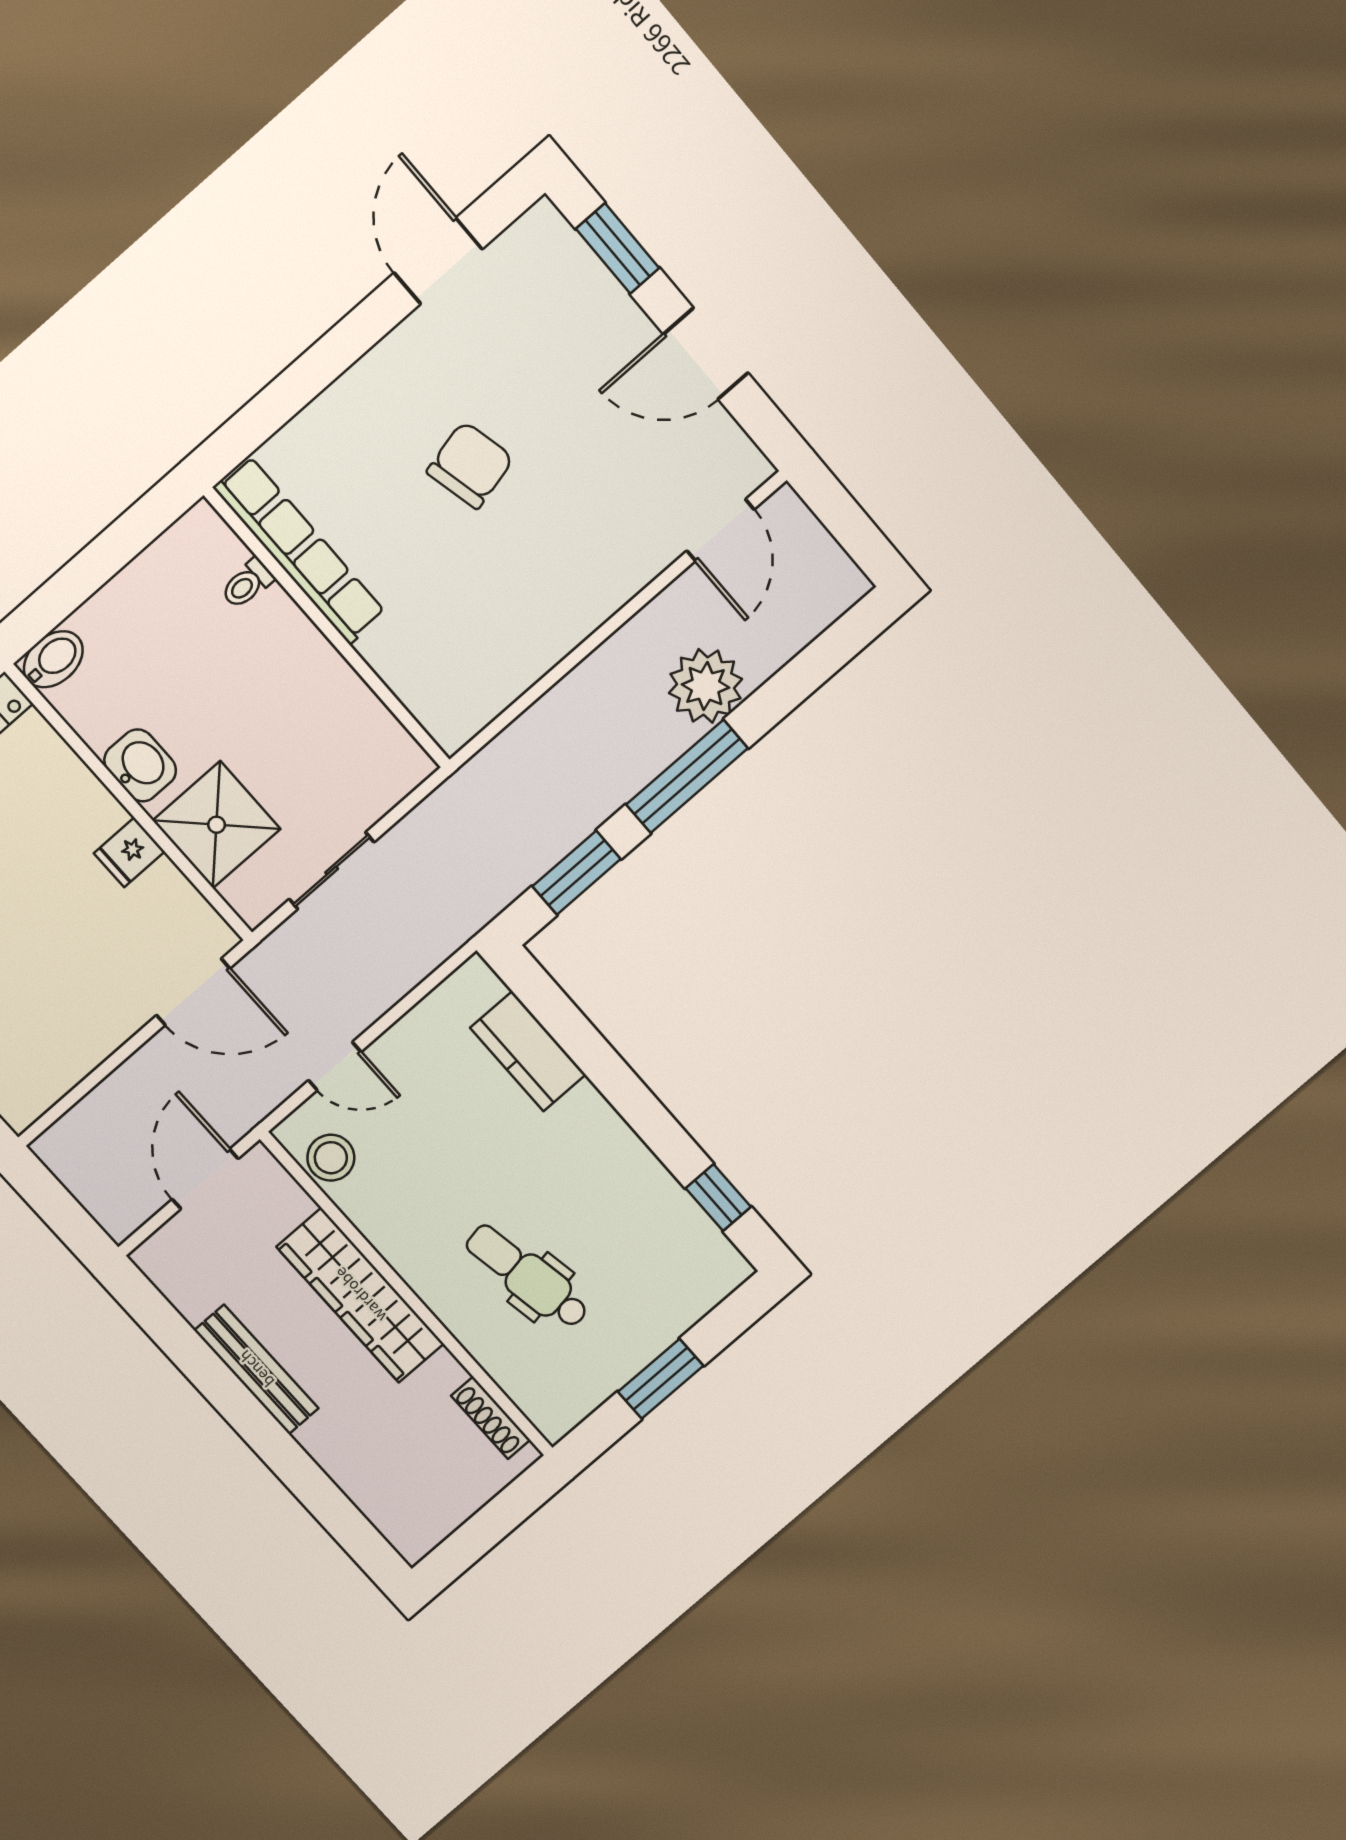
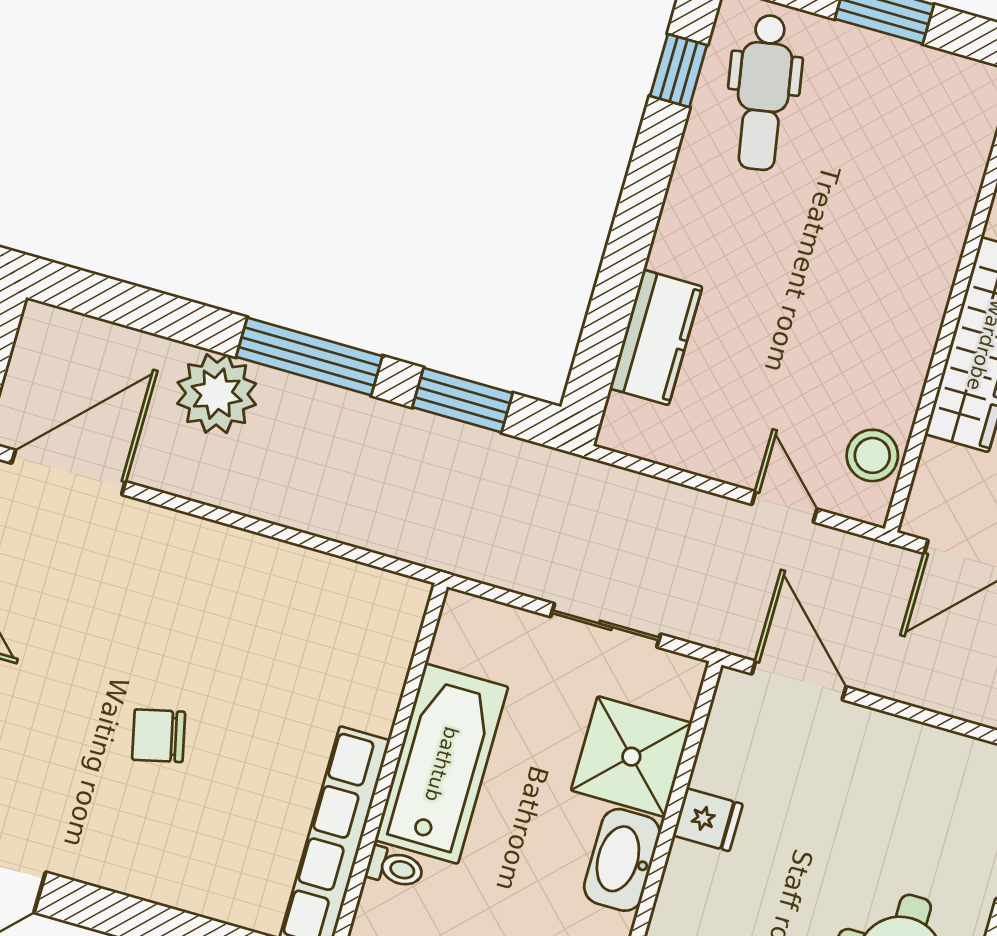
chair: (470, 465) -> (159, 736), width x0.73, depth x0.73
door: (720, 530) -> (69, 472), width x1.36
bathtub: (306, 673) -> (441, 764), added
washbasin: (140, 765) -> (622, 860), width x1.38
dental chair: (527, 1277) -> (763, 92), moved

